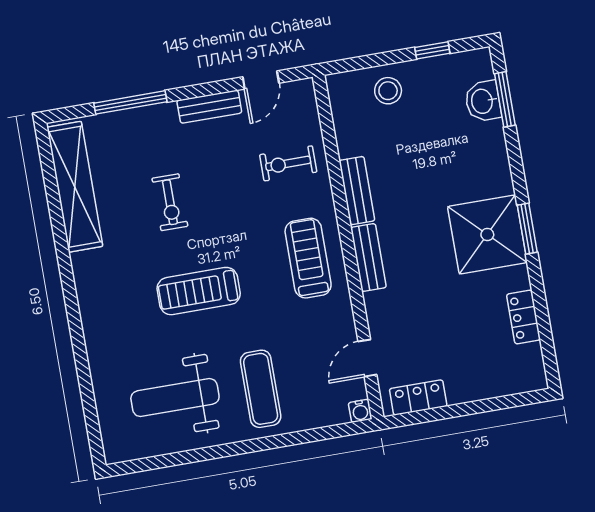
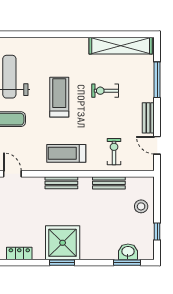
bench: (357, 191) -> (109, 183), moved
treadmill: (308, 258) -> (66, 153), turned 180

